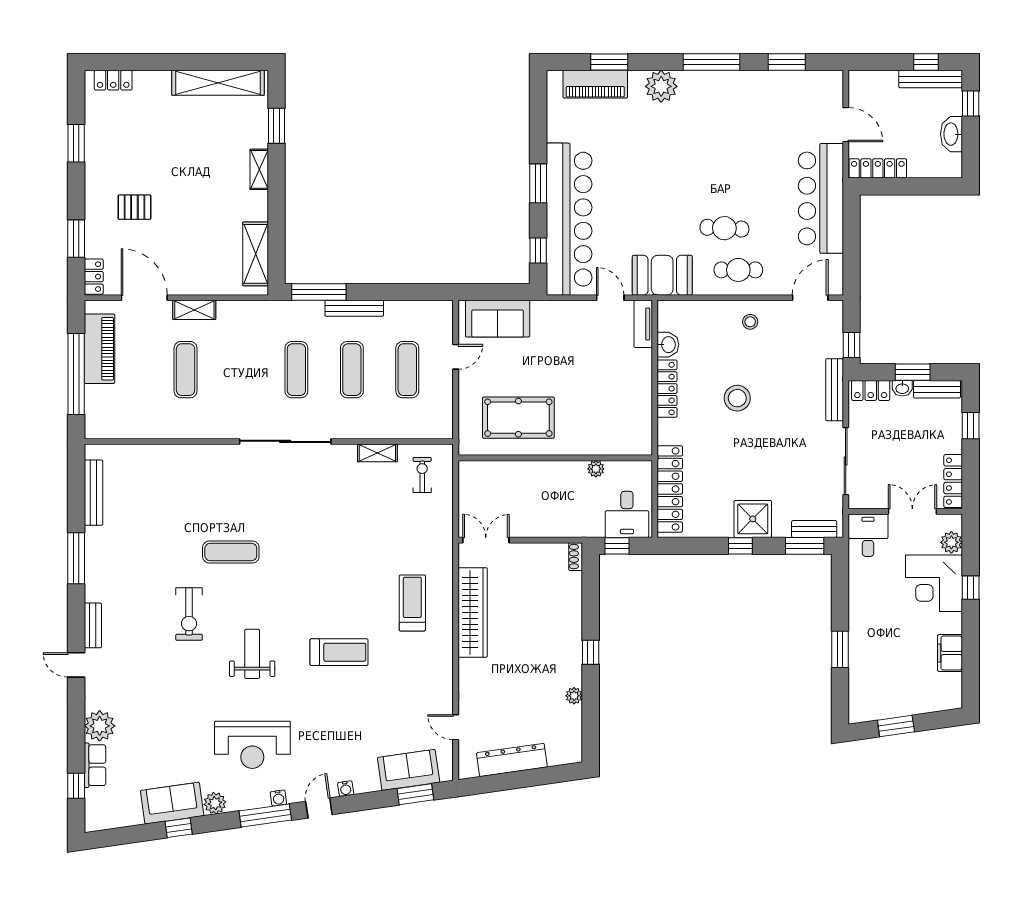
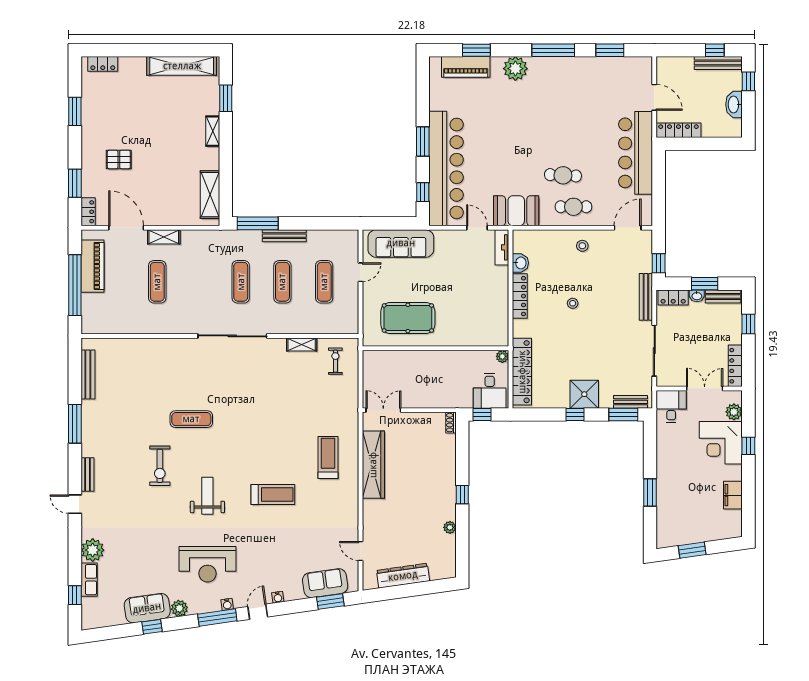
sofa: (498, 319) -> (401, 243), width x1.36
stool: (737, 398) -> (573, 303), width x0.53, depth x0.53
plant: (596, 469) -> (502, 356), moved

